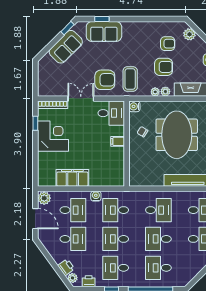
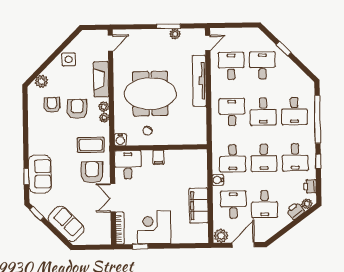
sofa: (66, 47) -> (66, 224), moved
desk: (73, 239) -> (265, 204), turned 180

